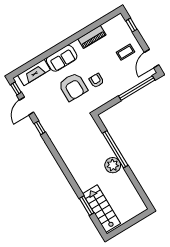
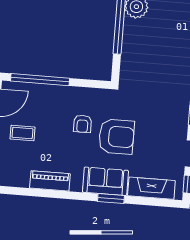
window: (52, 51) -> (111, 198), added
armchair: (73, 87) -> (116, 137), turned 90

